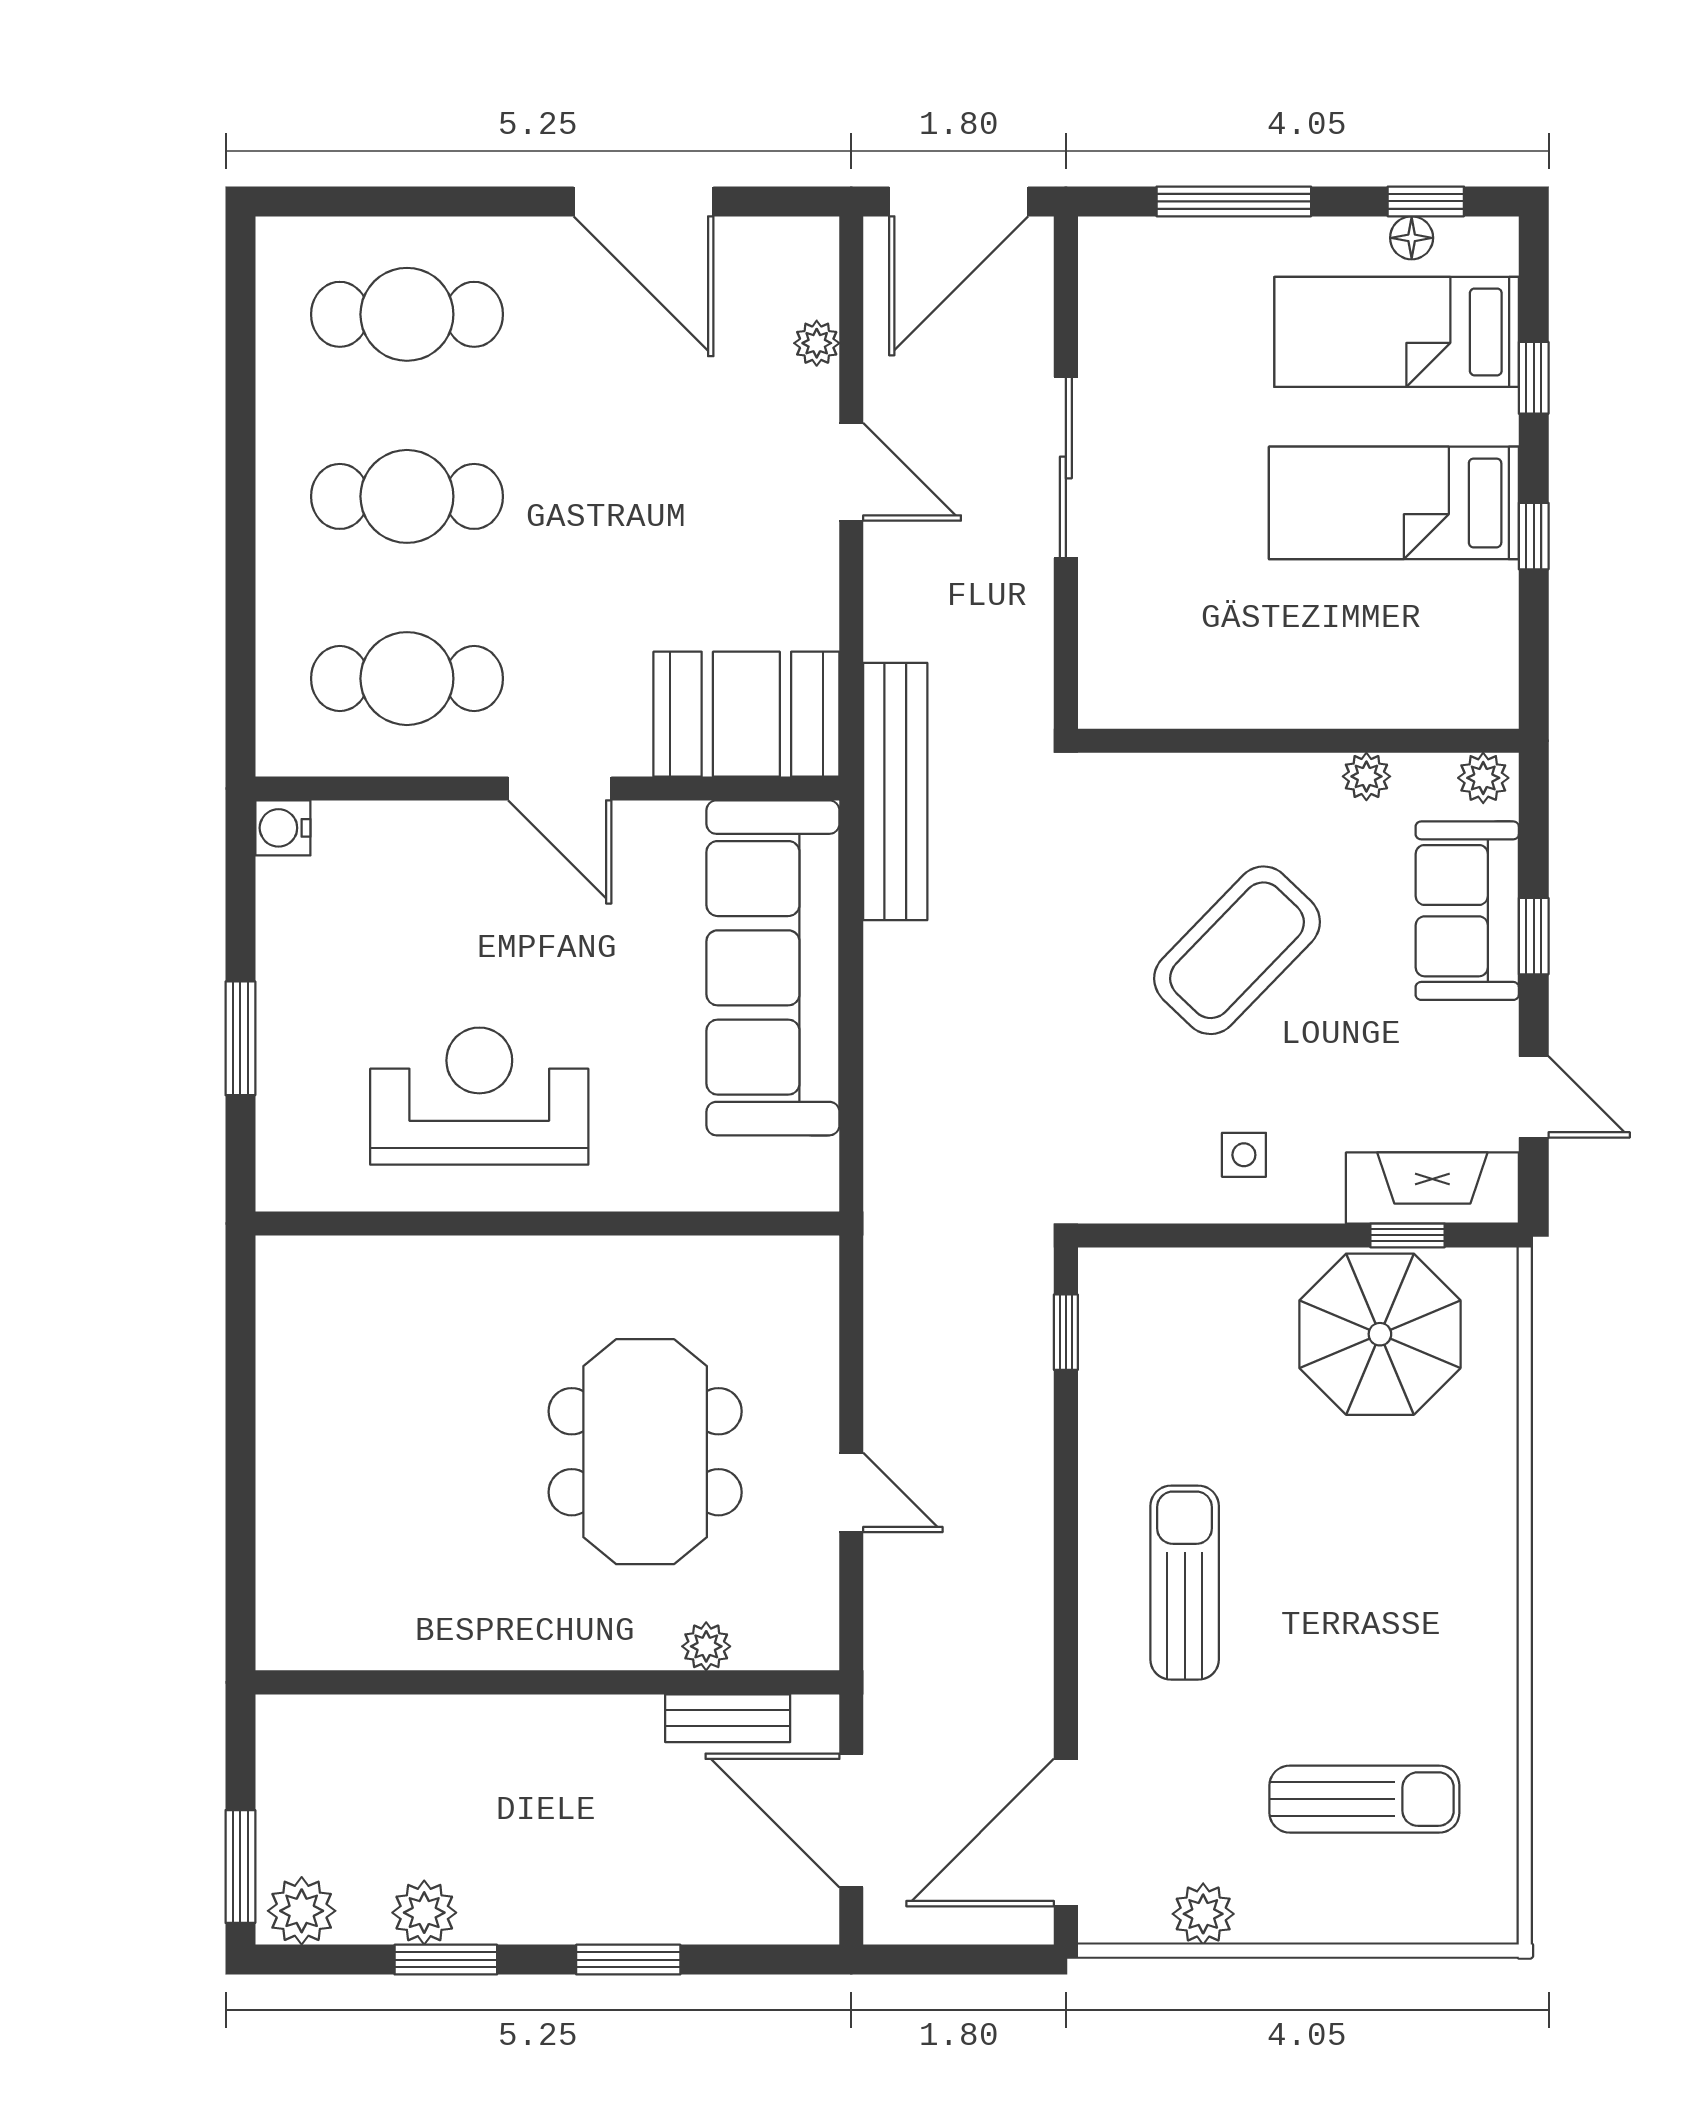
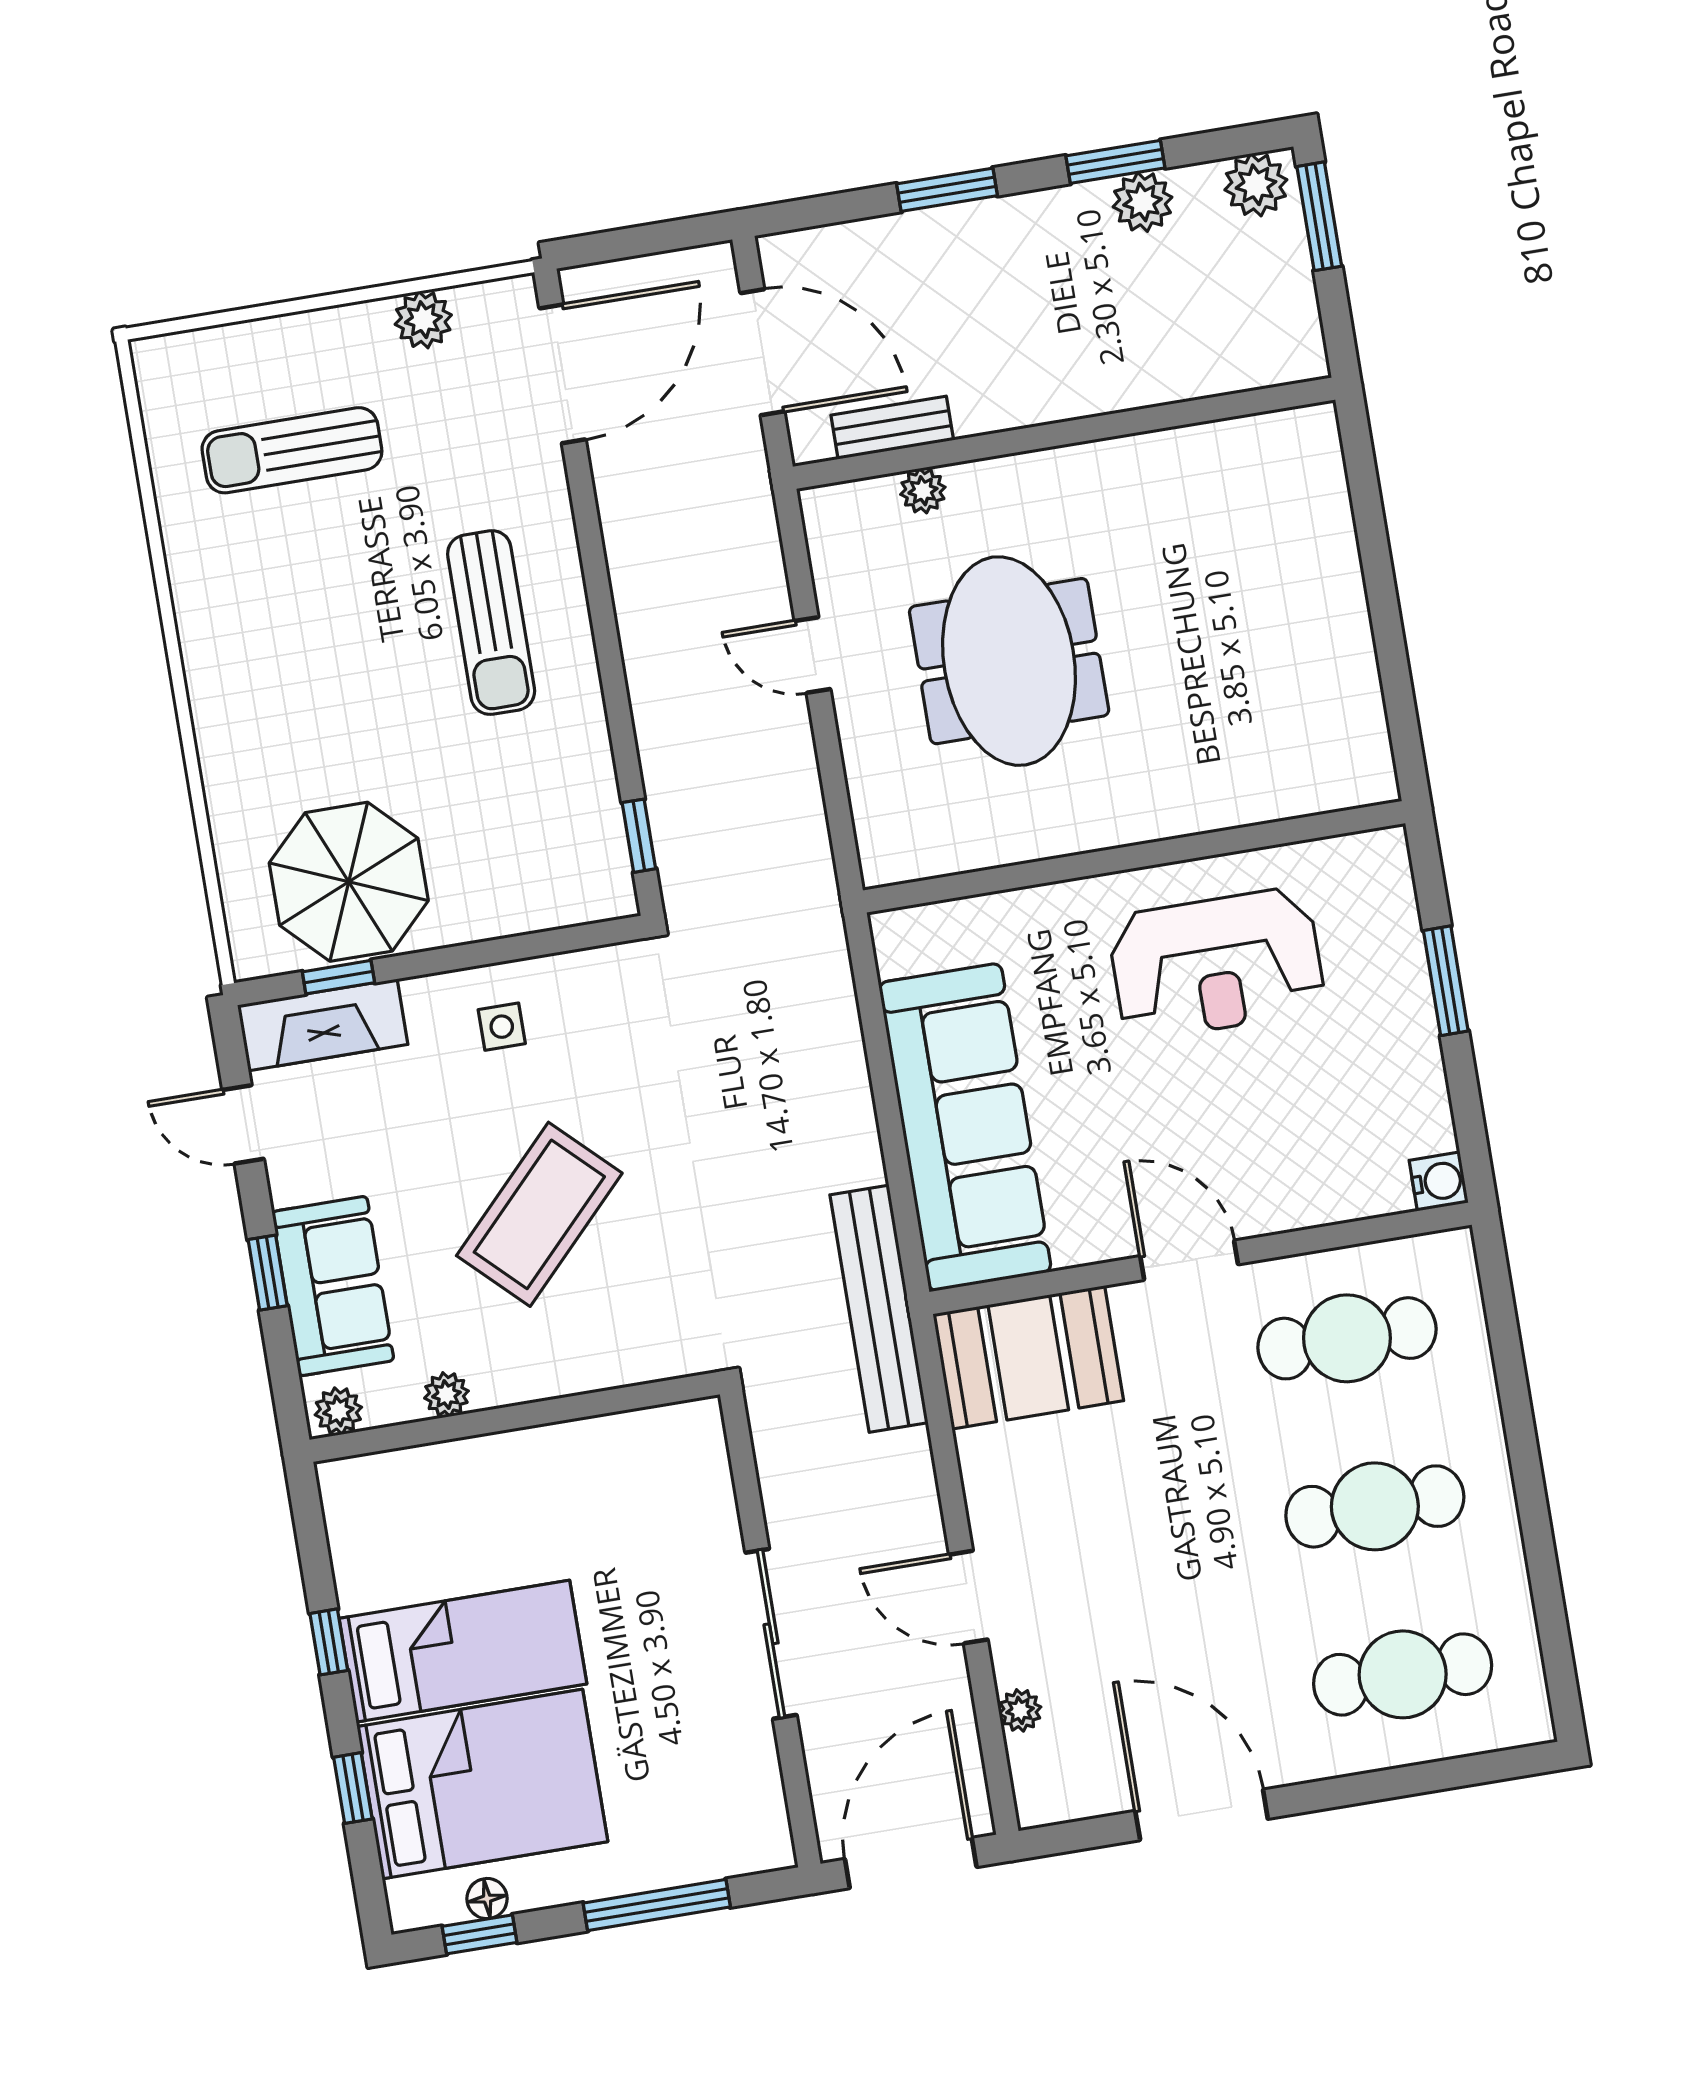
bed: (1397, 332) -> (482, 1784), width x1.50

